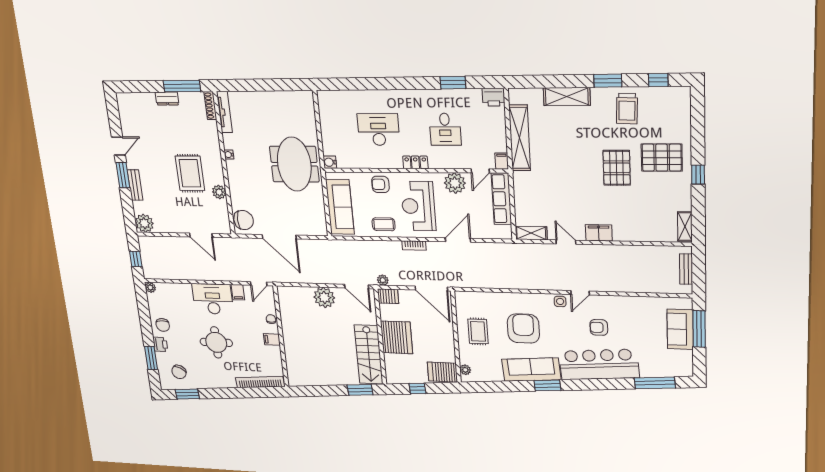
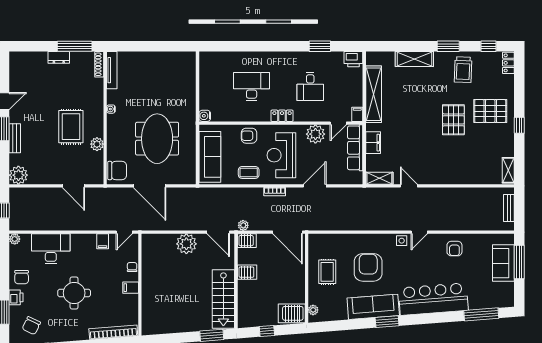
locker: (684, 100) -> (508, 63), added
meeting table: (294, 164) -> (157, 139), moved
filing cabinet: (599, 233) -> (373, 143), moved, turned 90
desk: (213, 299) -> (51, 249), moved
armchair: (599, 327) -> (454, 249), moved, turned -90
server rack: (396, 337) -> (247, 272), width x0.46, depth x0.70

